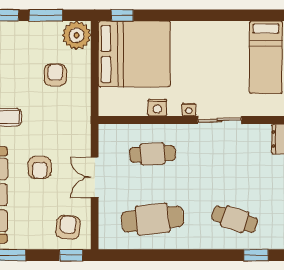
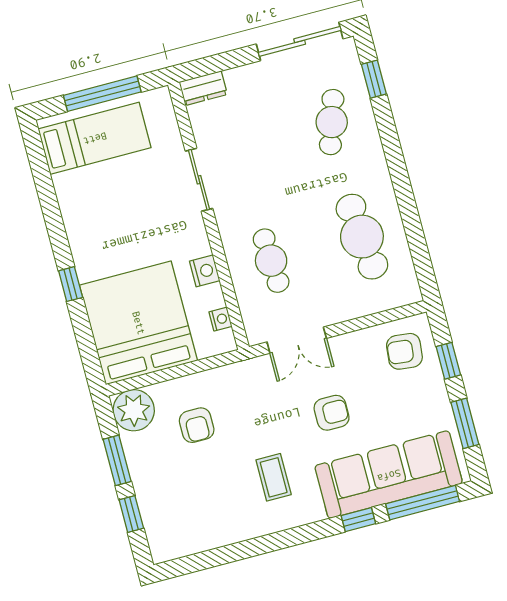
window: (122, 15) -> (71, 284), moved
armchair: (55, 75) -> (197, 425), turned -90
nightstand: (189, 110) -> (220, 319), moved
double door: (95, 178) -> (297, 340), moved
window: (71, 255) -> (448, 361), moved

